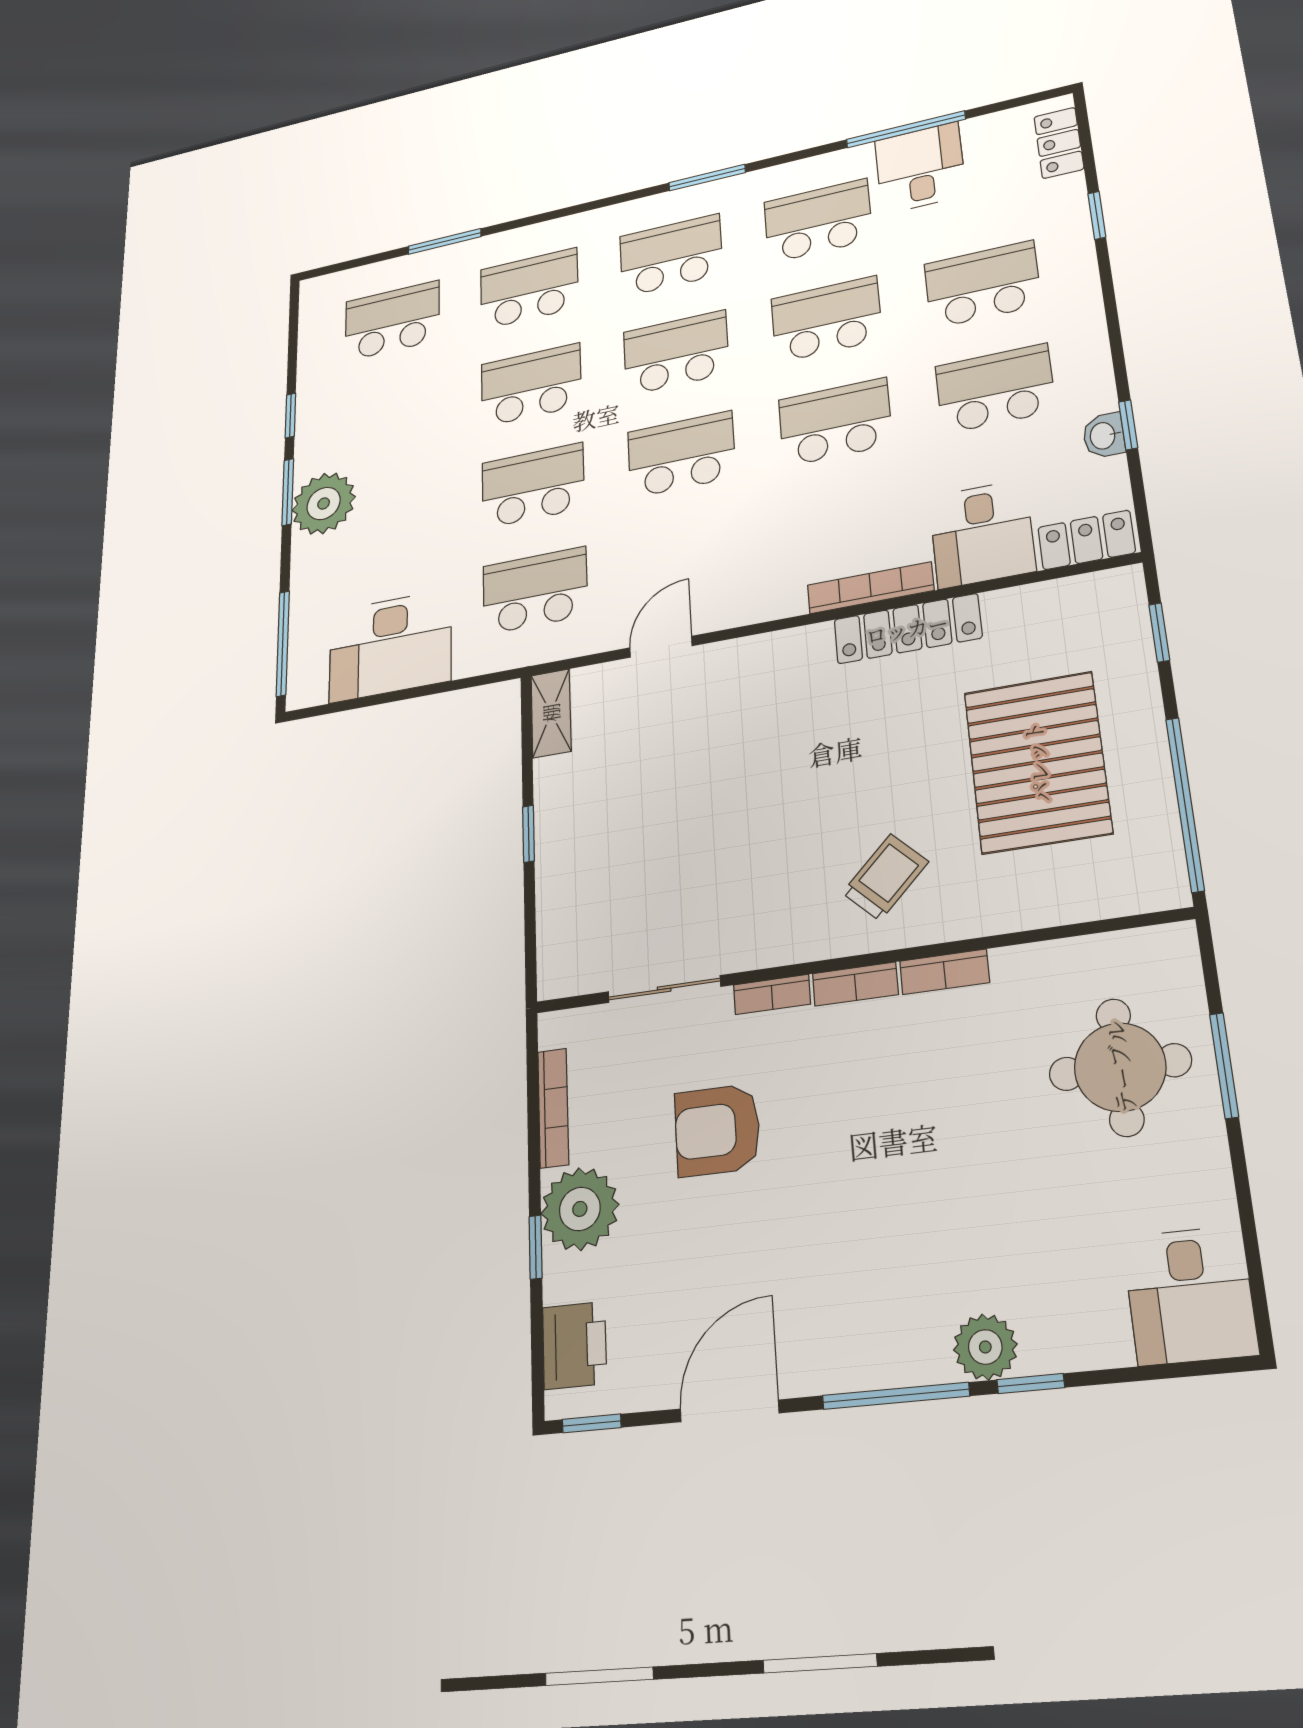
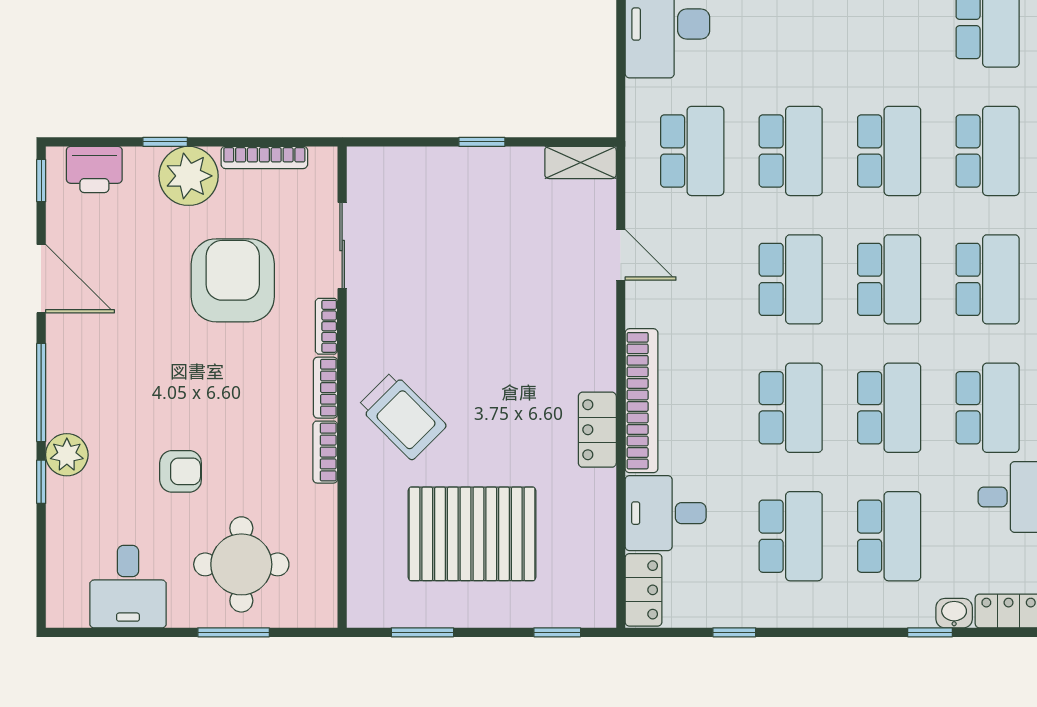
washbasin: (1104, 436) -> (954, 613), moved
bookcase: (870, 588) -> (642, 401), width x1.48, depth x1.31
locker: (907, 629) -> (597, 430), width x0.66
window: (1185, 804) -> (422, 632), width x0.47
trolley: (885, 877) -> (402, 416), width x1.36, depth x1.39
armchair: (717, 1130) -> (233, 280), width x1.36, depth x1.36
armchair: (993, 1172) -> (181, 471), added
desk: (1190, 1295) -> (128, 587), moved, turned -90

